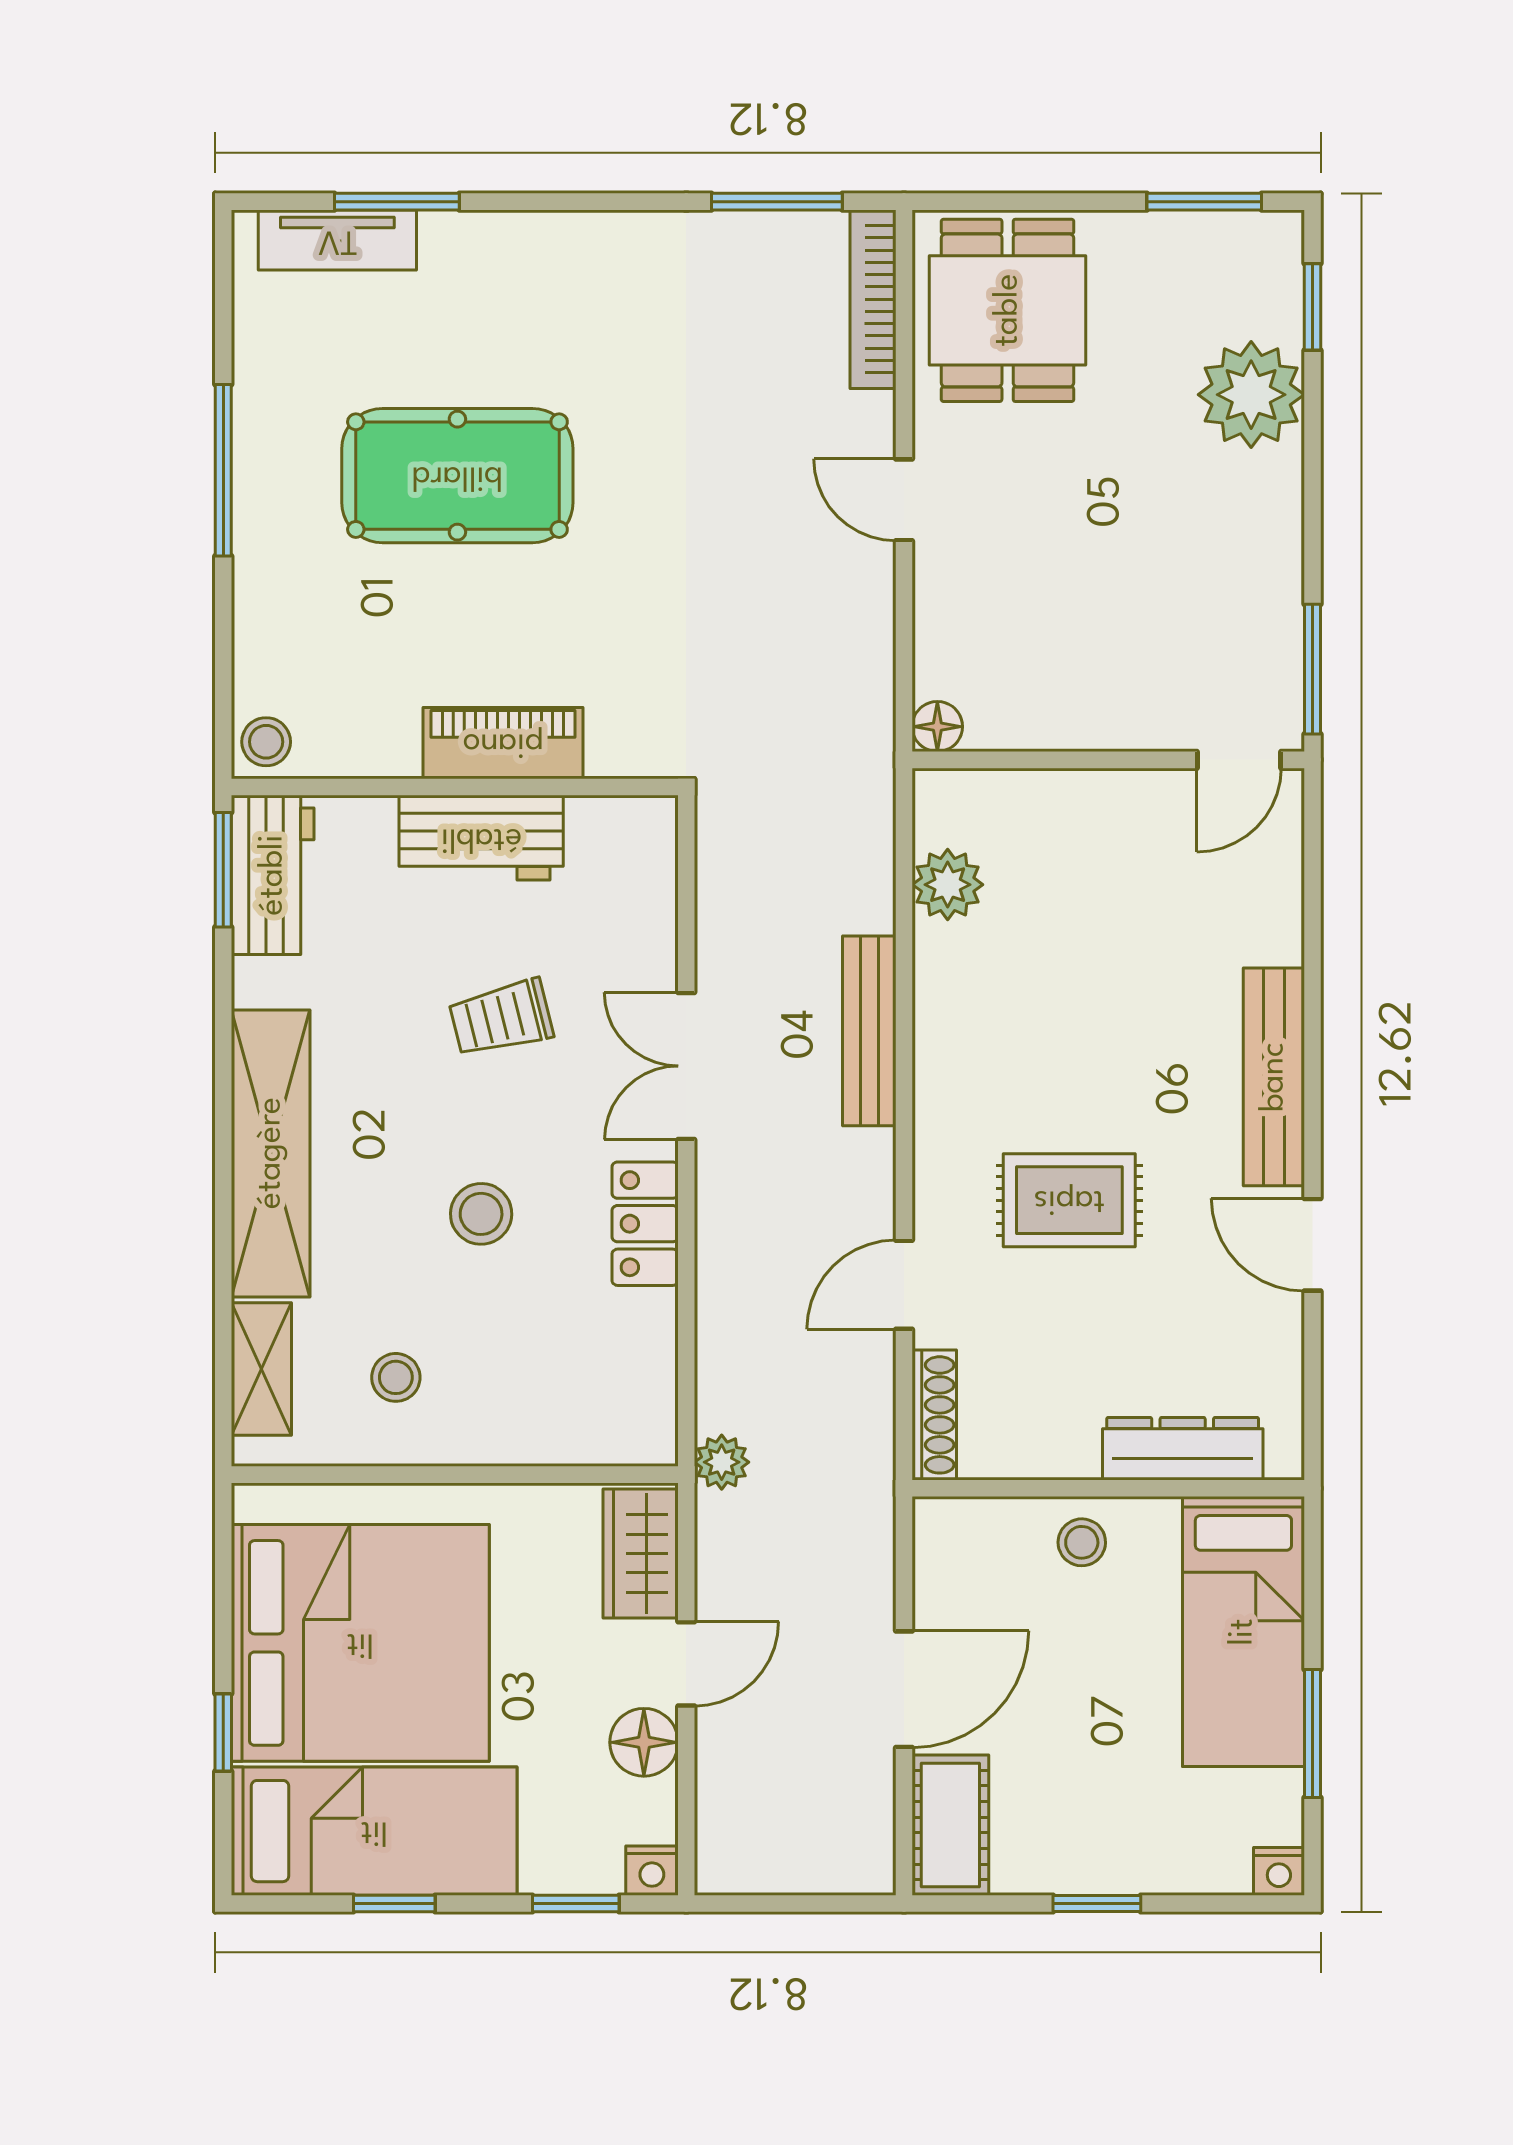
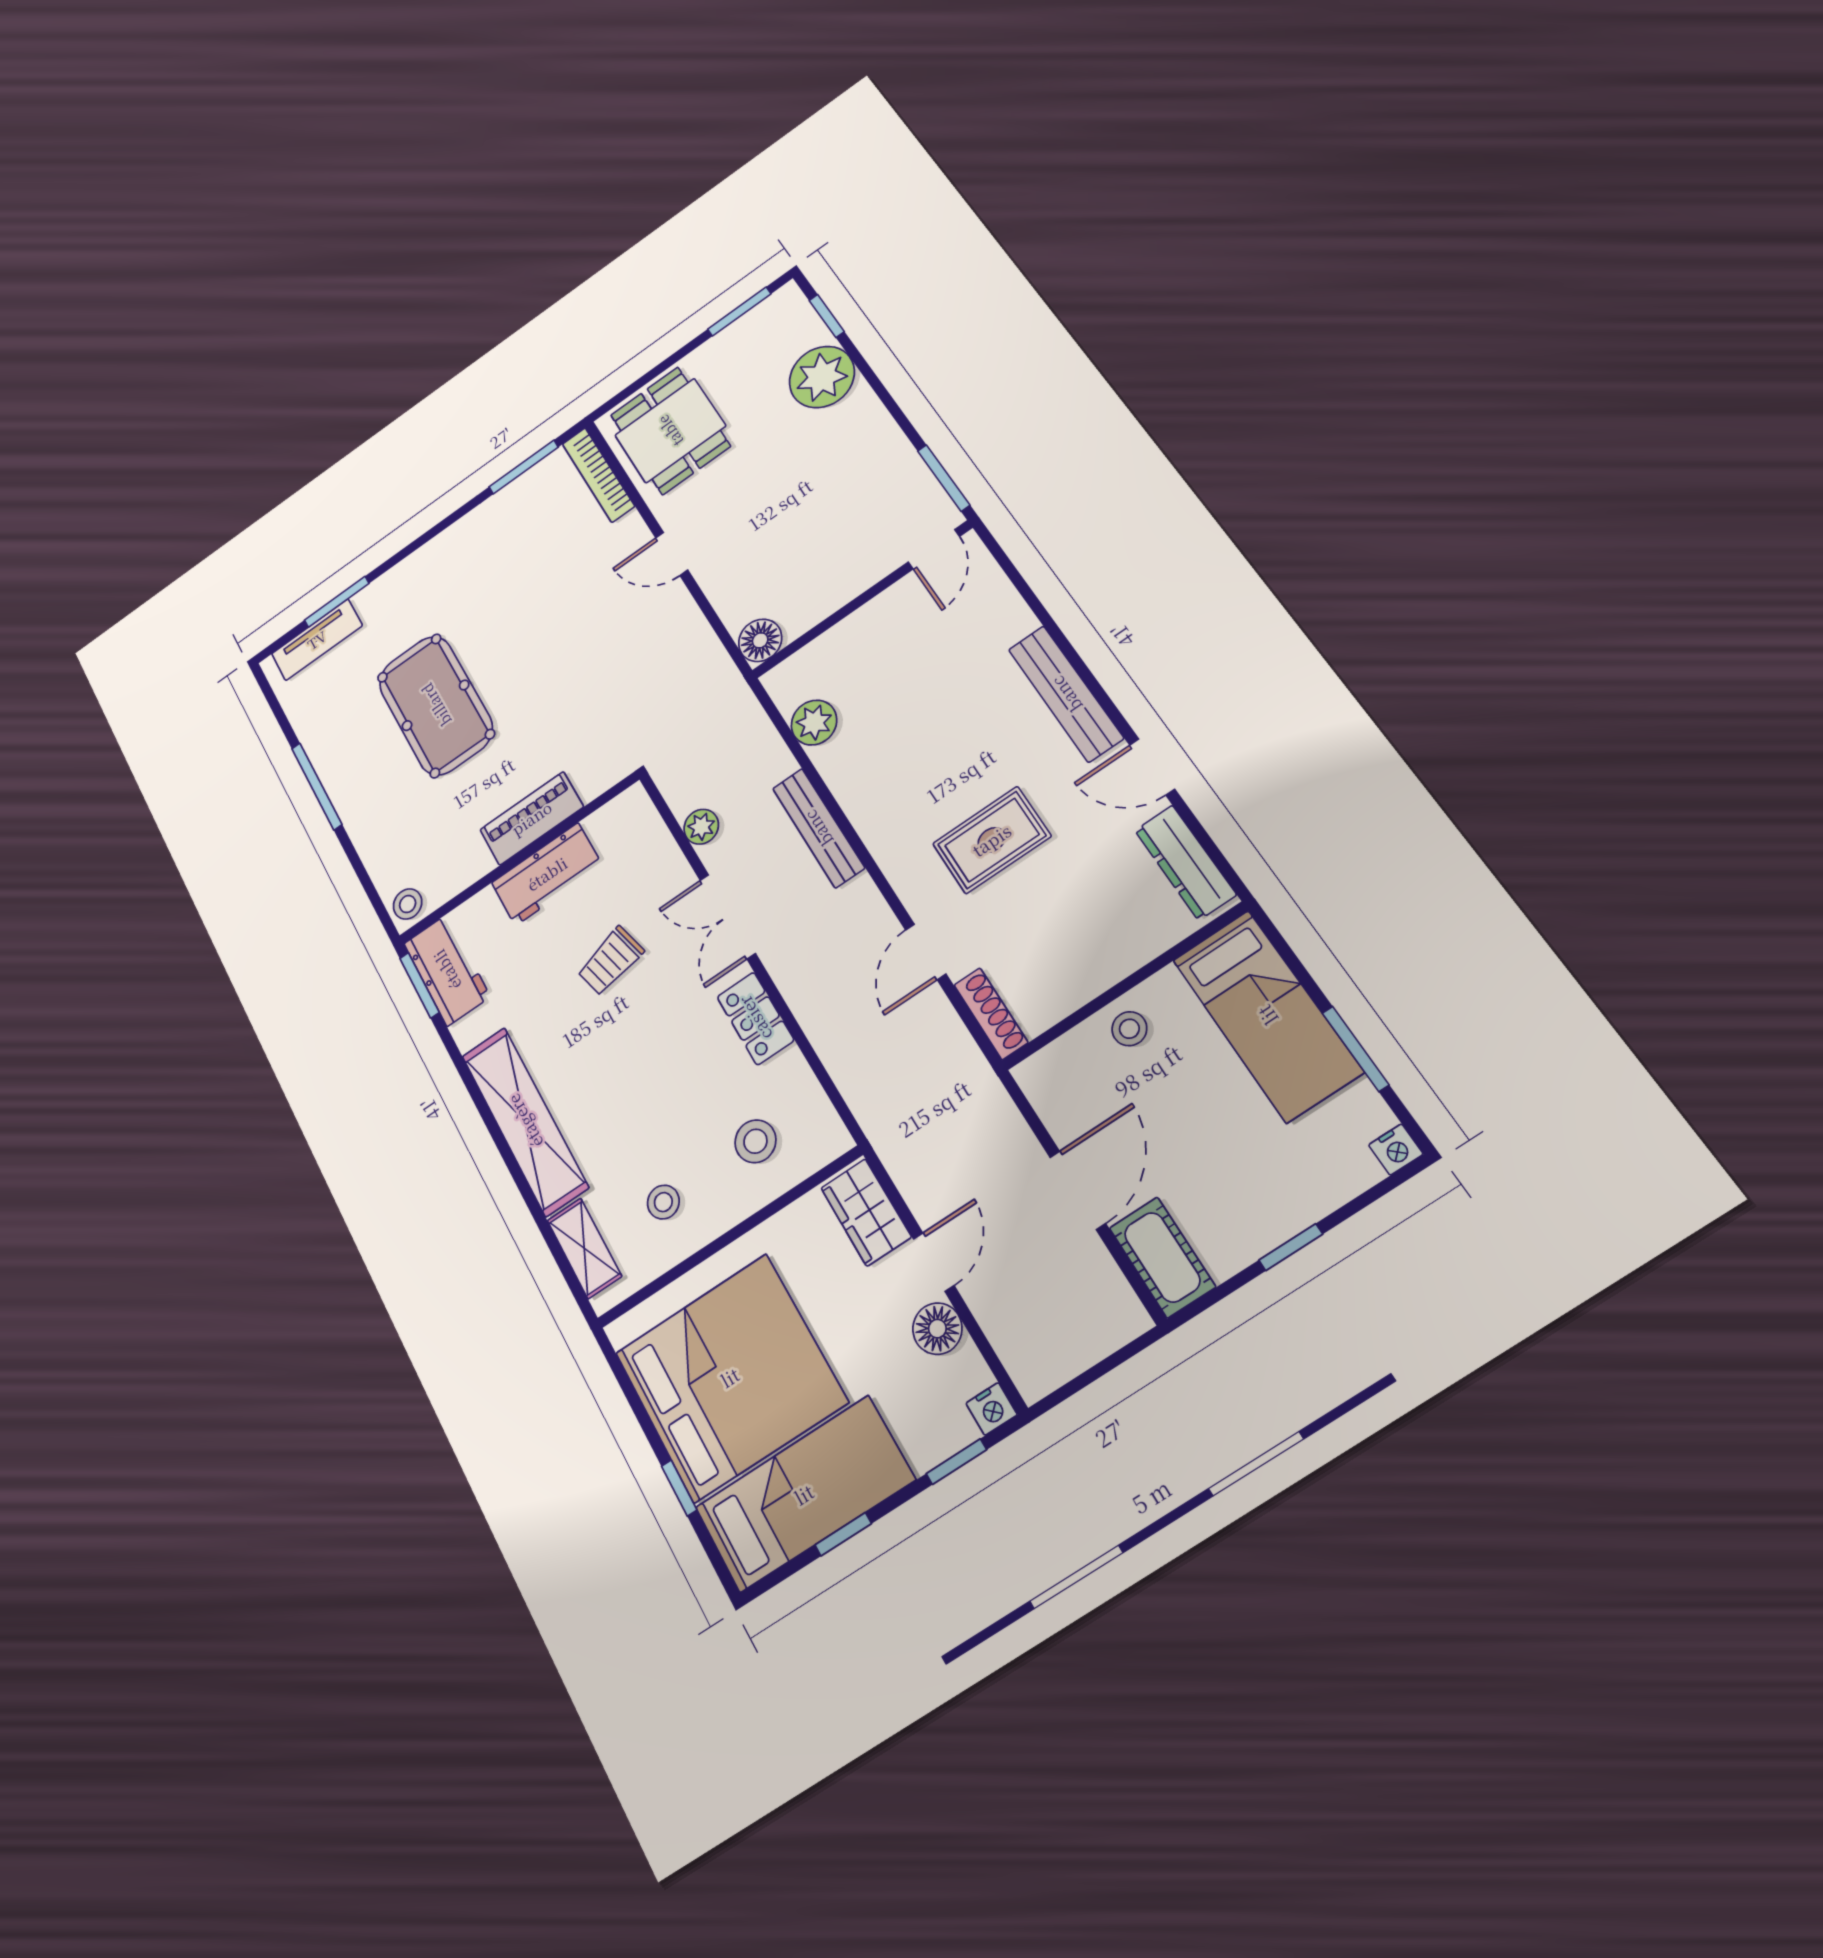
pool table: (457, 476) -> (436, 705), turned 90
floor lamp: (937, 727) -> (760, 640), width x1.37, depth x1.37
stool: (481, 1214) -> (755, 1141), moved
dresser: (1183, 1449) -> (1185, 862), moved, turned -90
plant: (722, 1462) -> (701, 827), moved

